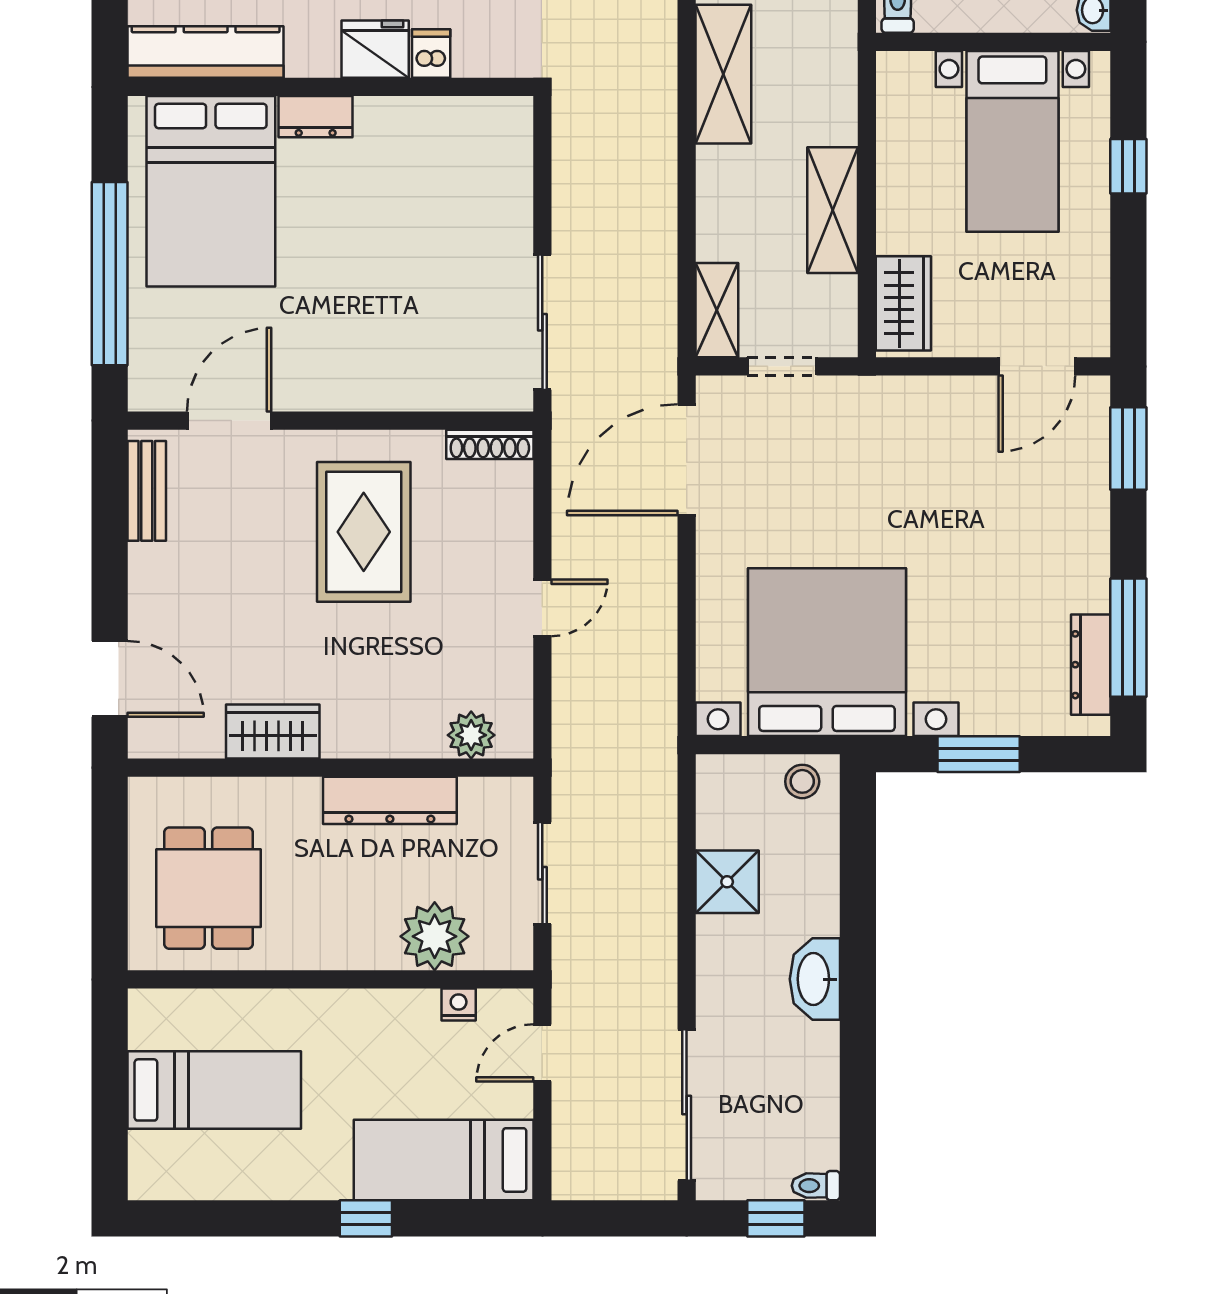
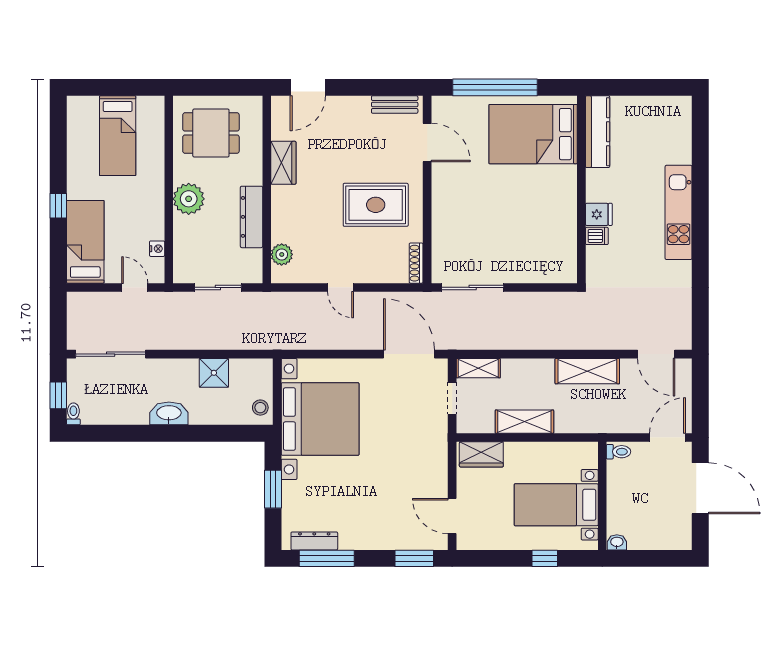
fridge: (375, 49) -> (599, 214), width x0.72
dresser: (316, 117) -> (568, 183), removed
plant: (435, 936) -> (189, 199), moved

